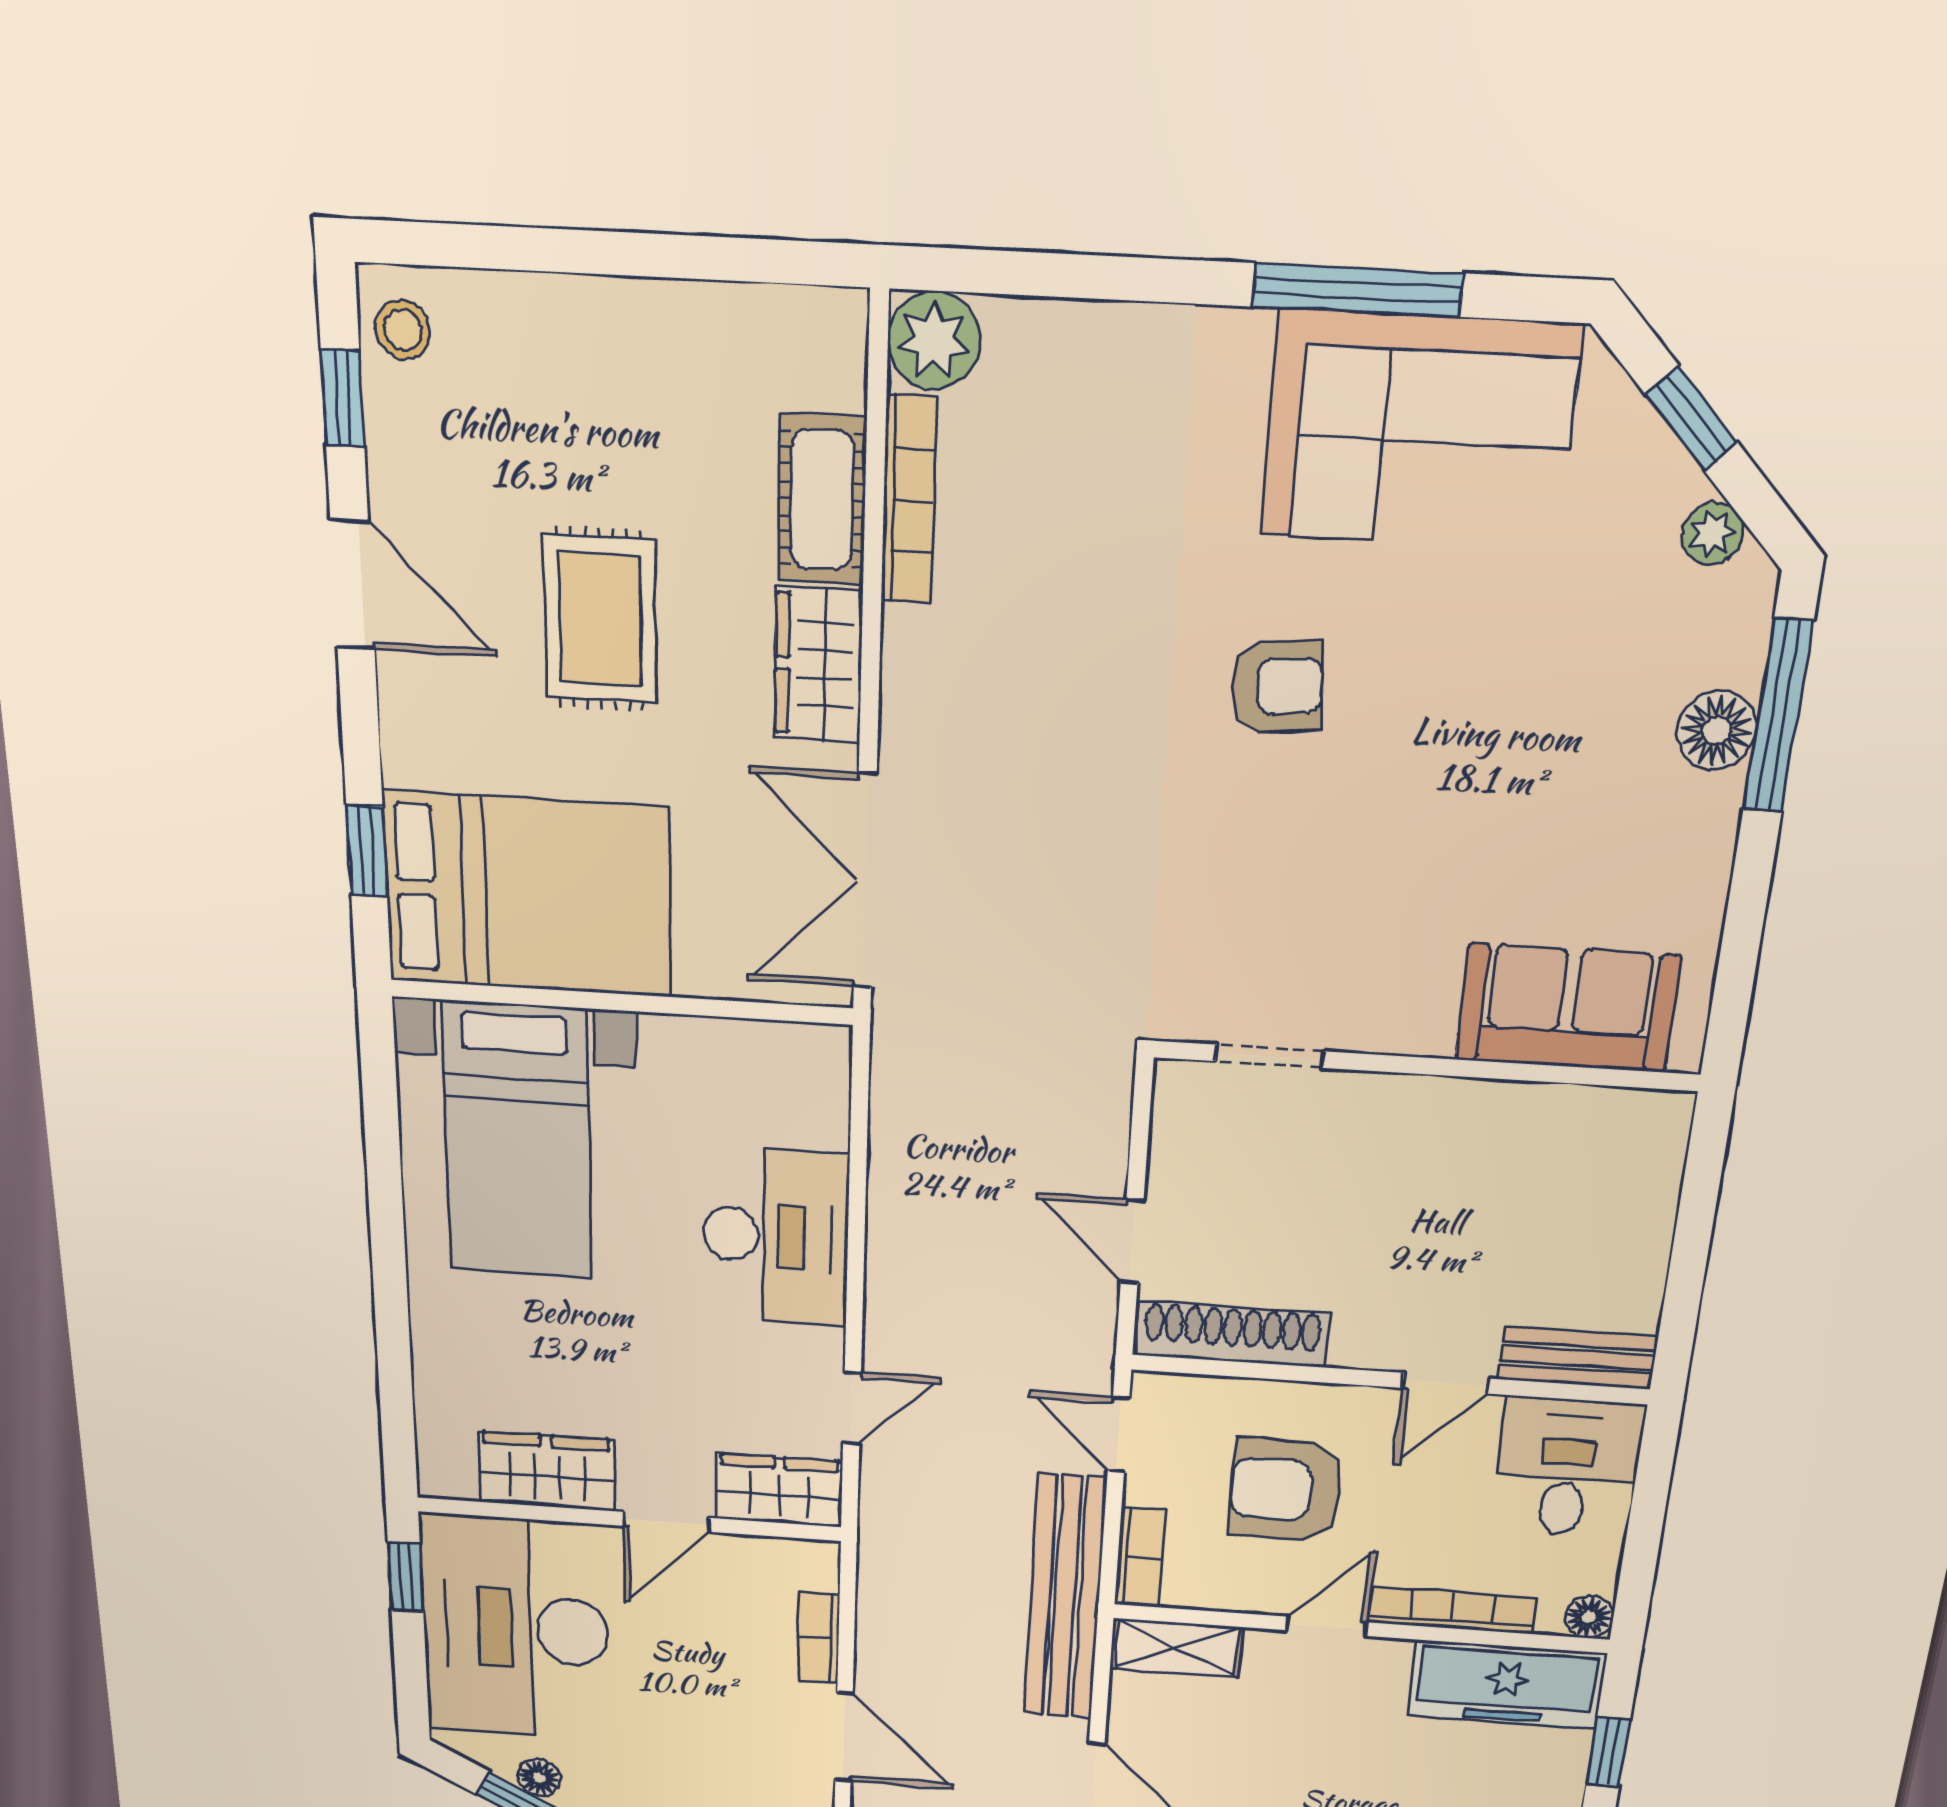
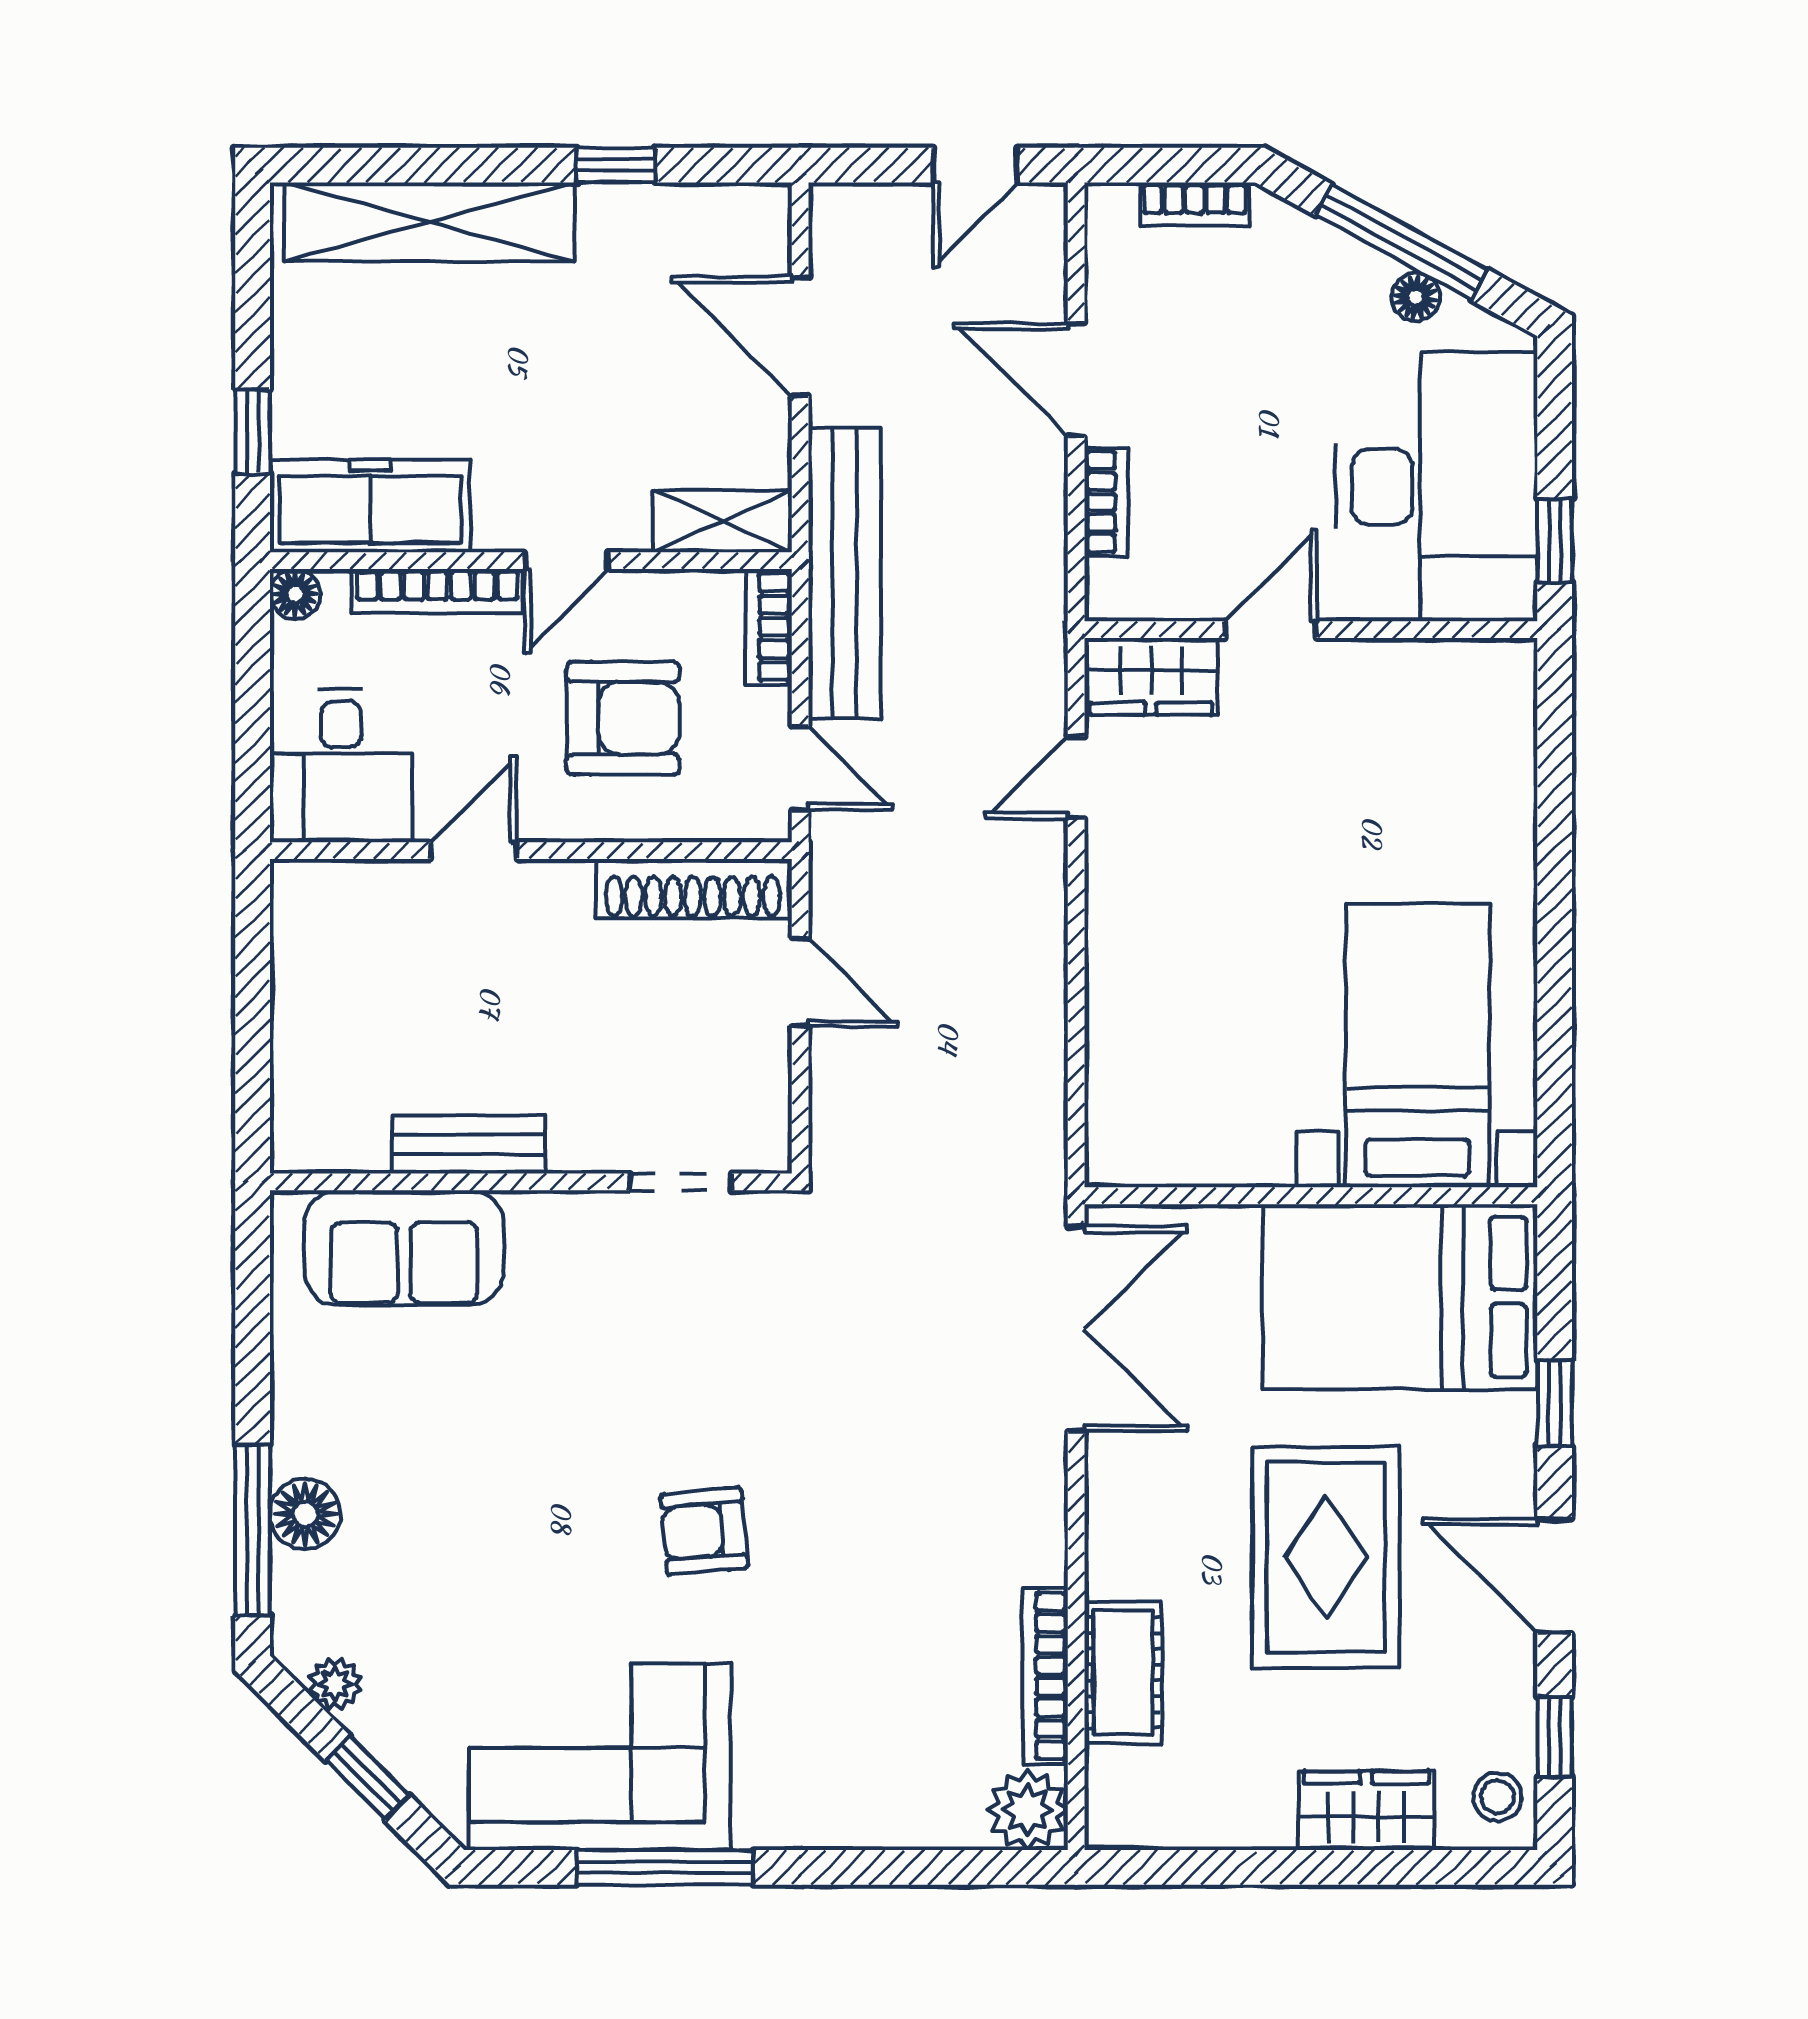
rug: (600, 619) -> (1326, 1557), width x1.36, depth x1.43
wardrobe: (818, 665) -> (1366, 1811), moved, turned -90
window: (367, 851) -> (1555, 1403), moved
desk: (776, 1236) -> (1158, 962), removed
bench: (1577, 1358) -> (469, 1144), moved
wardrobe: (547, 1471) -> (1397, 680), removed

